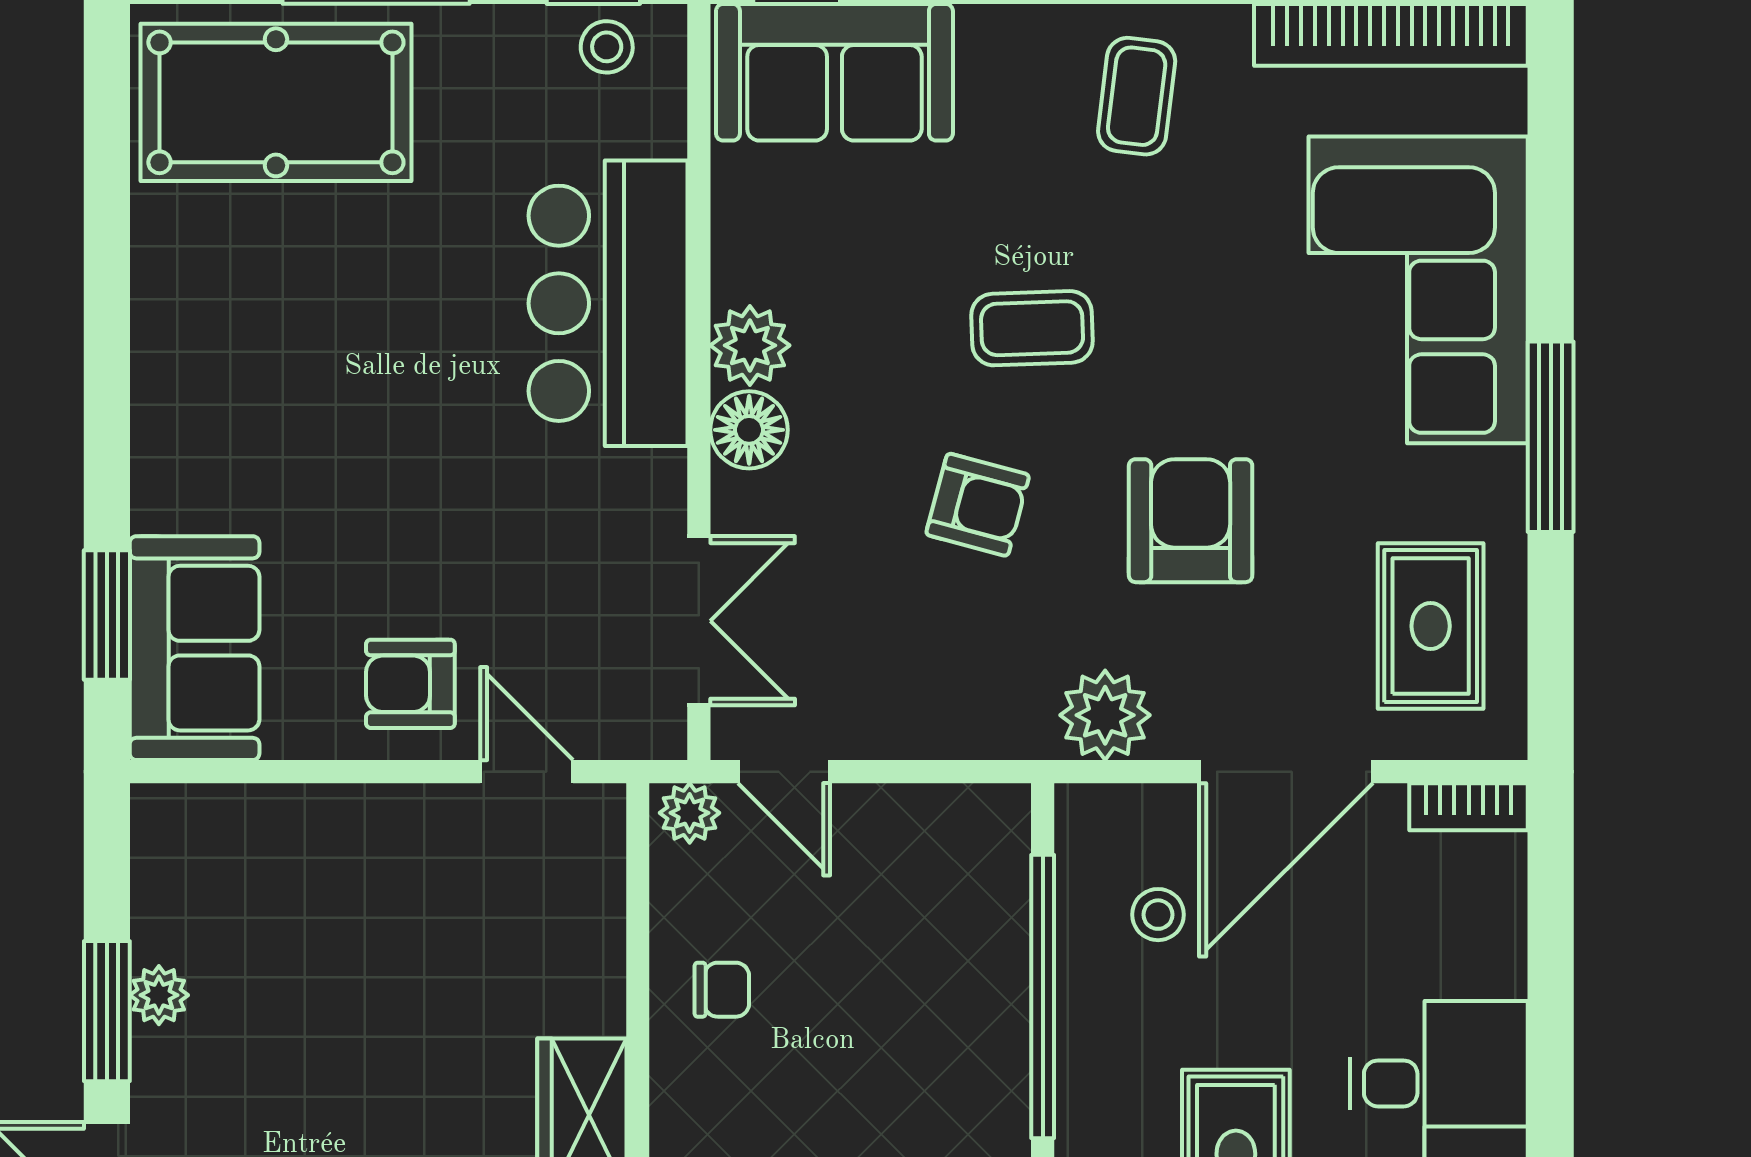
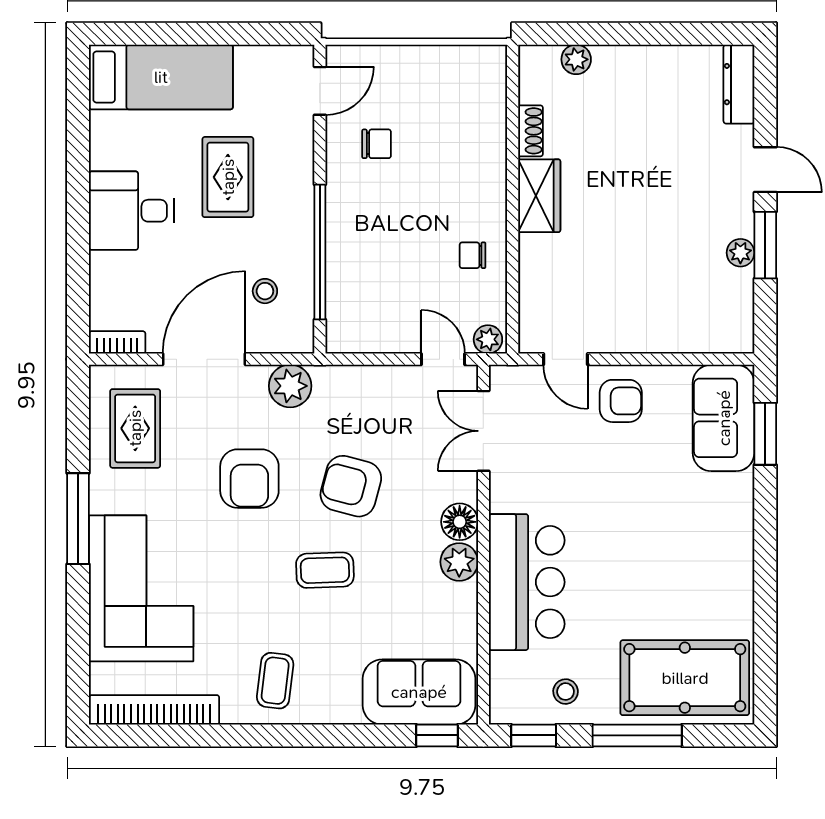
stool: (607, 47) -> (566, 692), moved
armchair: (978, 505) -> (351, 486), width x1.38, depth x1.38

